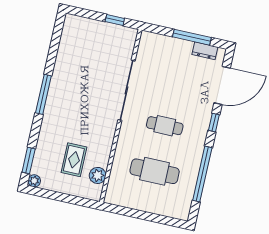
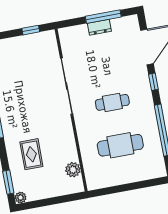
dresser: (205, 51) -> (99, 27), moved
rug: (74, 160) -> (31, 154), moved

